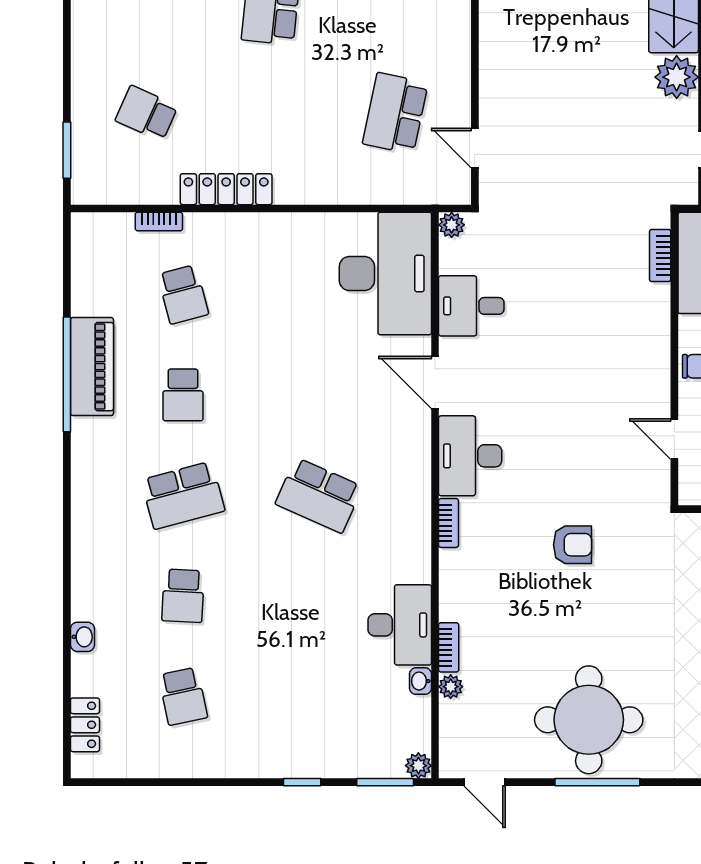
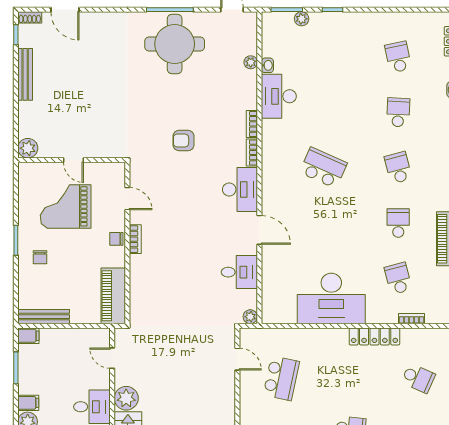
bookcase: (660, 255) -> (135, 239), moved
desk: (385, 274) -> (331, 298), moved, turned -90
school desk: (183, 495) -> (398, 168), width x0.54
bookcase: (449, 647) -> (252, 124), moved
plant: (418, 766) -> (302, 19), moved

